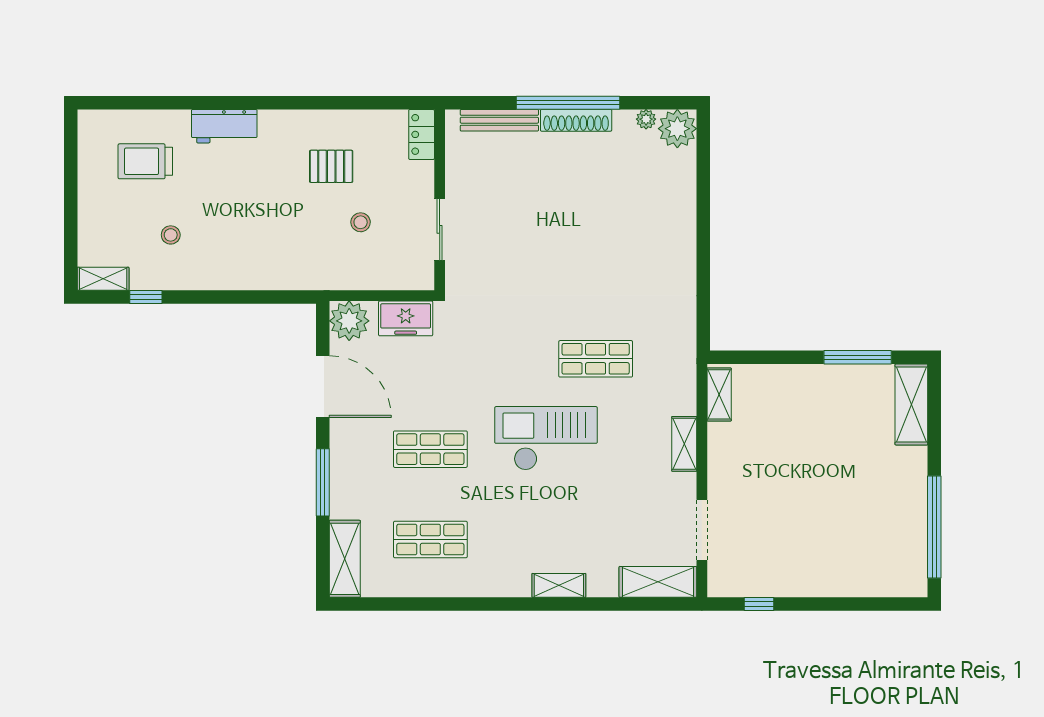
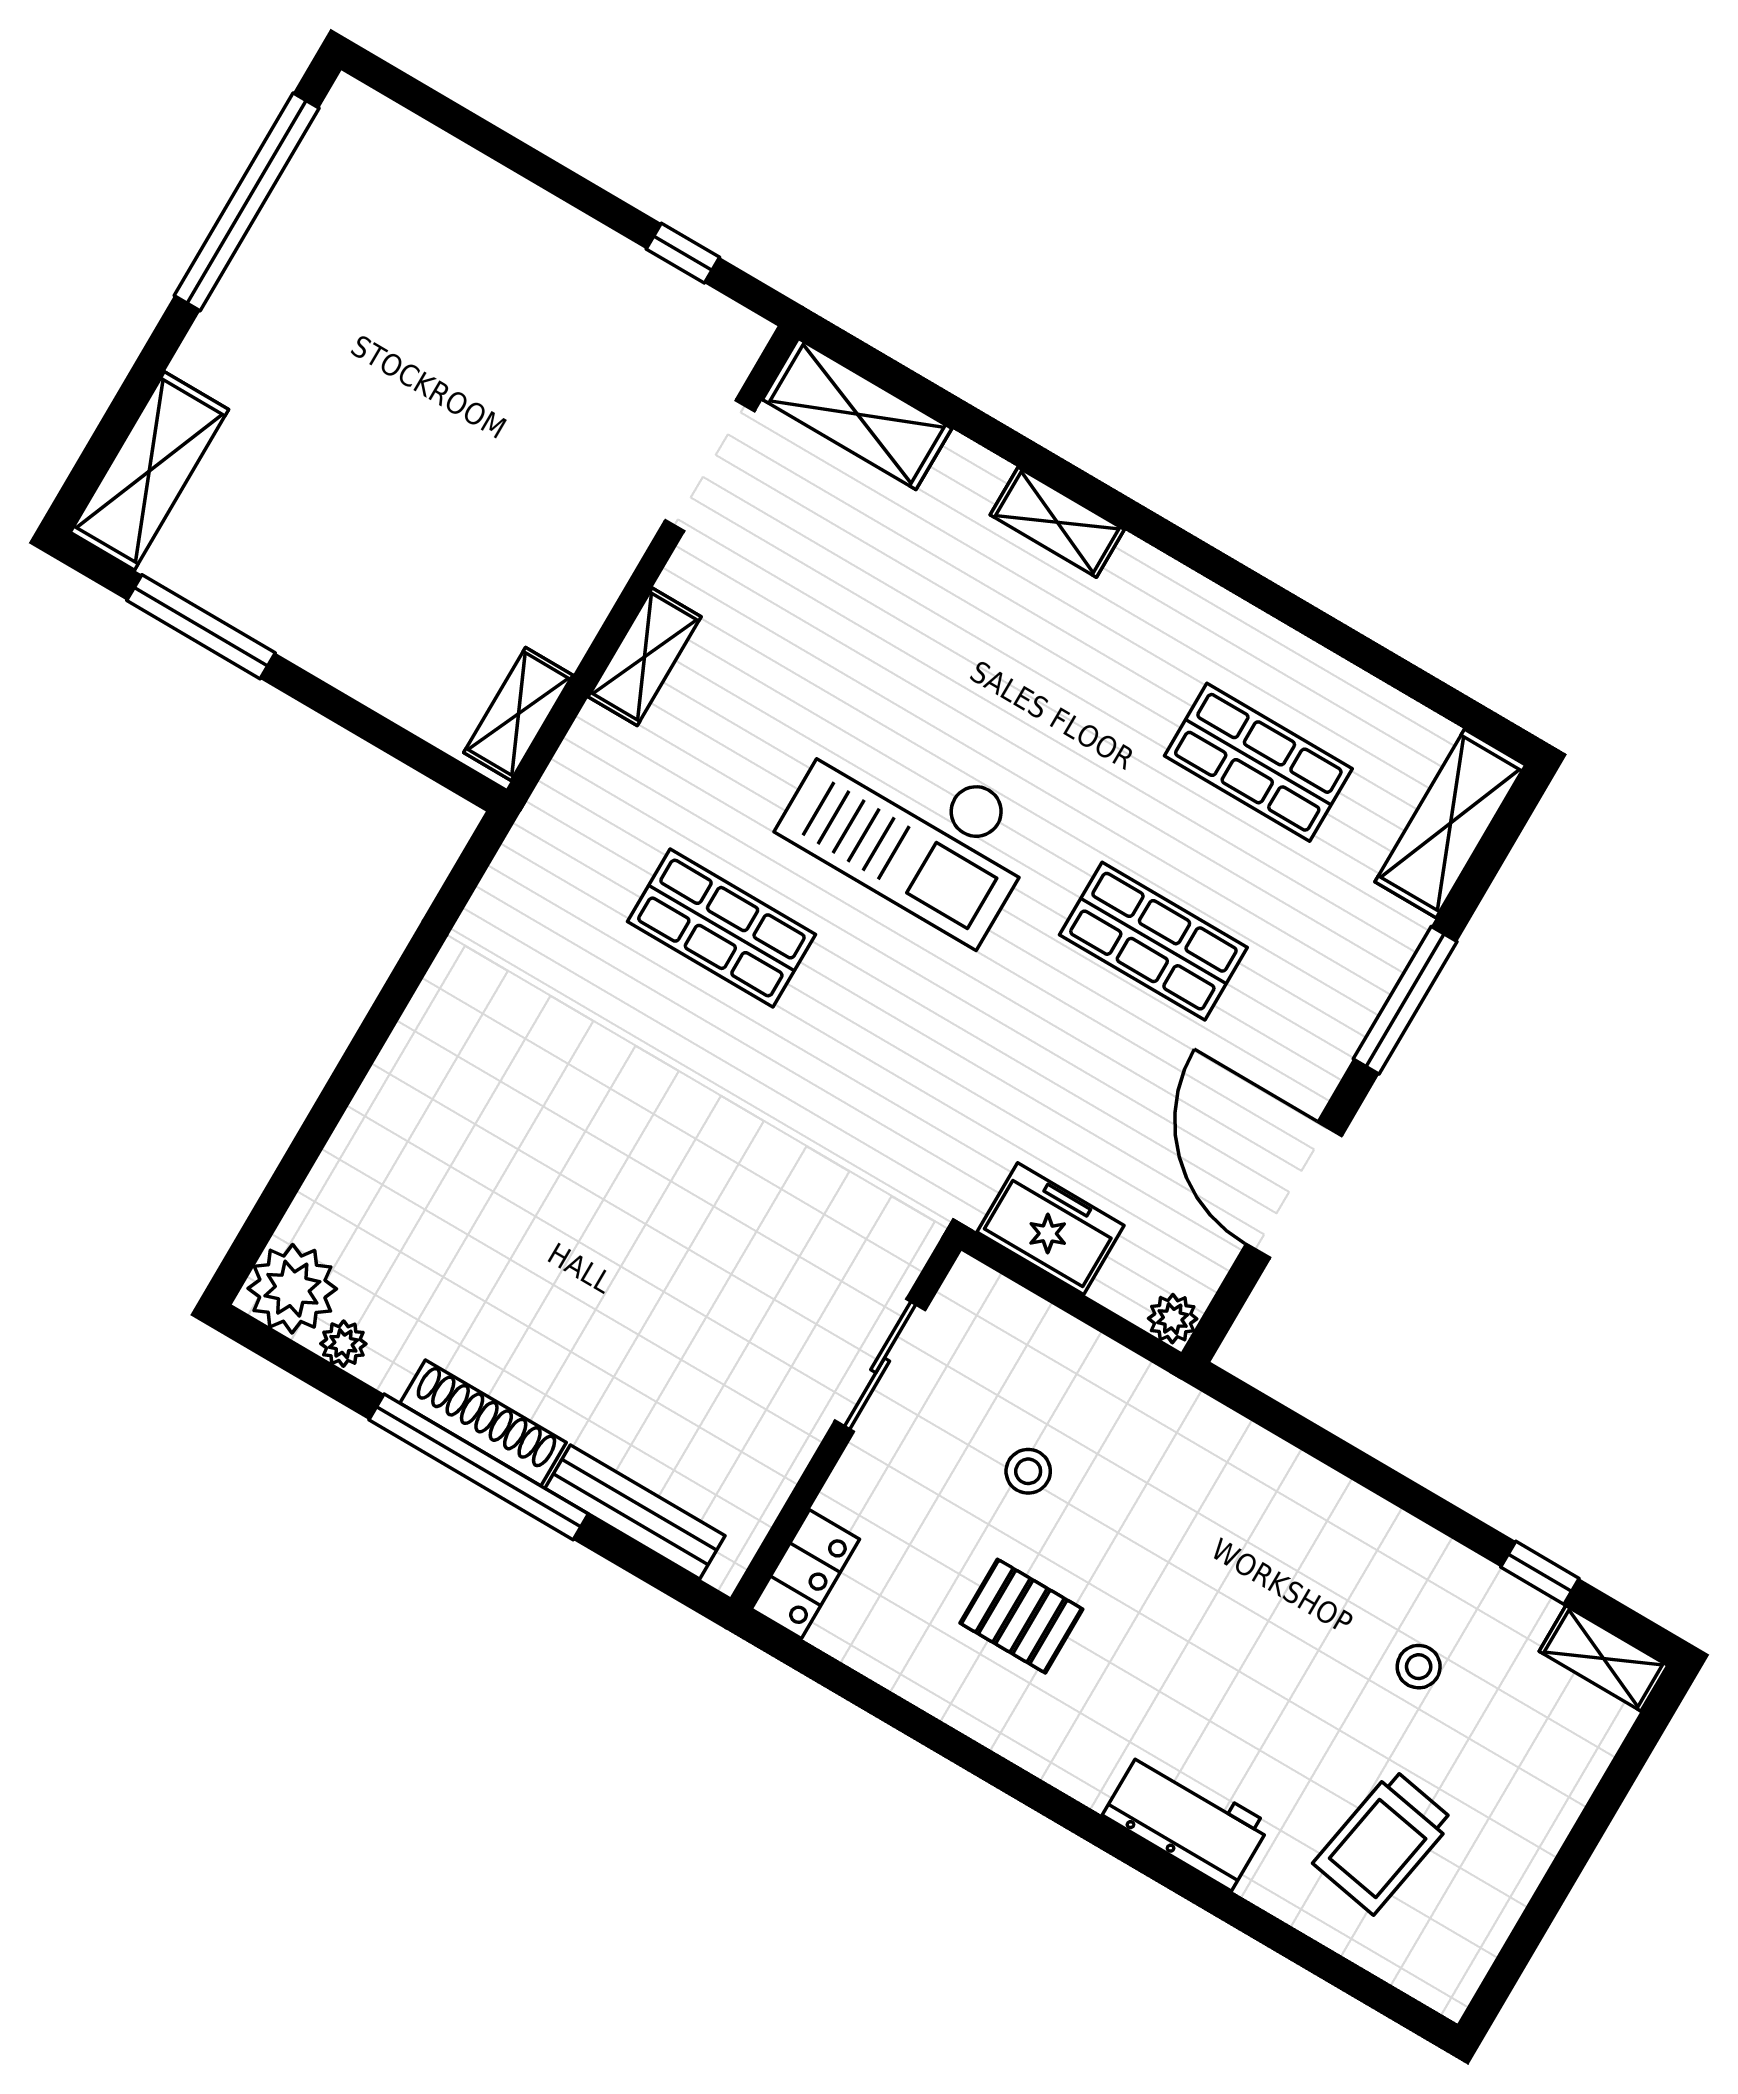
trolley: (145, 161) -> (1383, 1842), turned 100
plant: (349, 321) -> (1173, 1319), width x0.53, depth x0.53

